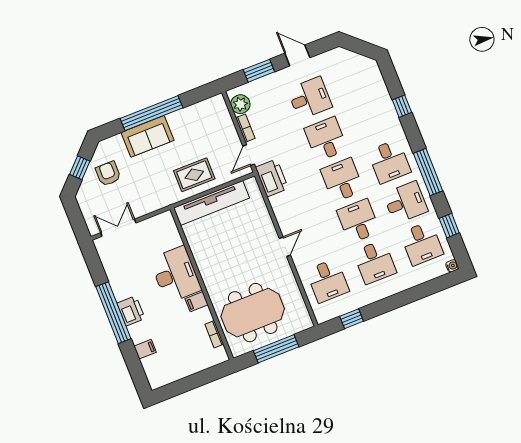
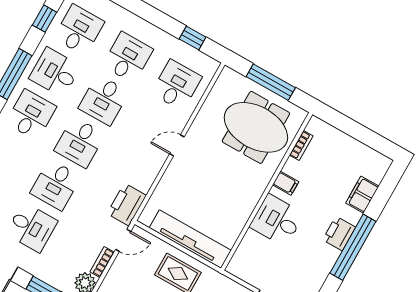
desk: (310, 98) -> (32, 227), turned 180
desk: (176, 275) -> (277, 220), width x0.73
filing cabinet: (145, 349) -> (362, 195), width x2.00

